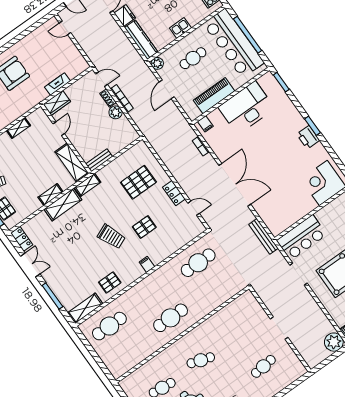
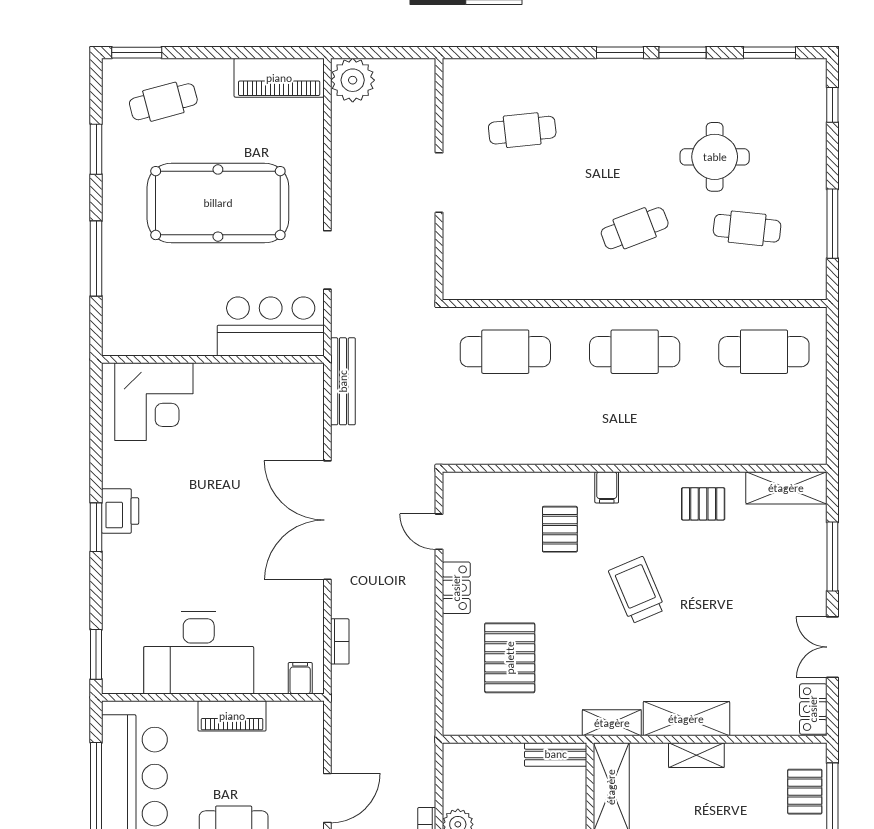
piano: (214, 96) -> (232, 716), width x0.73, depth x0.75
pallet: (138, 182) -> (510, 658), turned 90
pallet: (144, 227) -> (560, 529), moved, turned 90
cafe table: (198, 263) -> (505, 352), moved
cafe table: (109, 326) -> (764, 352), moved
cafe table: (201, 360) -> (635, 228), turned -39

